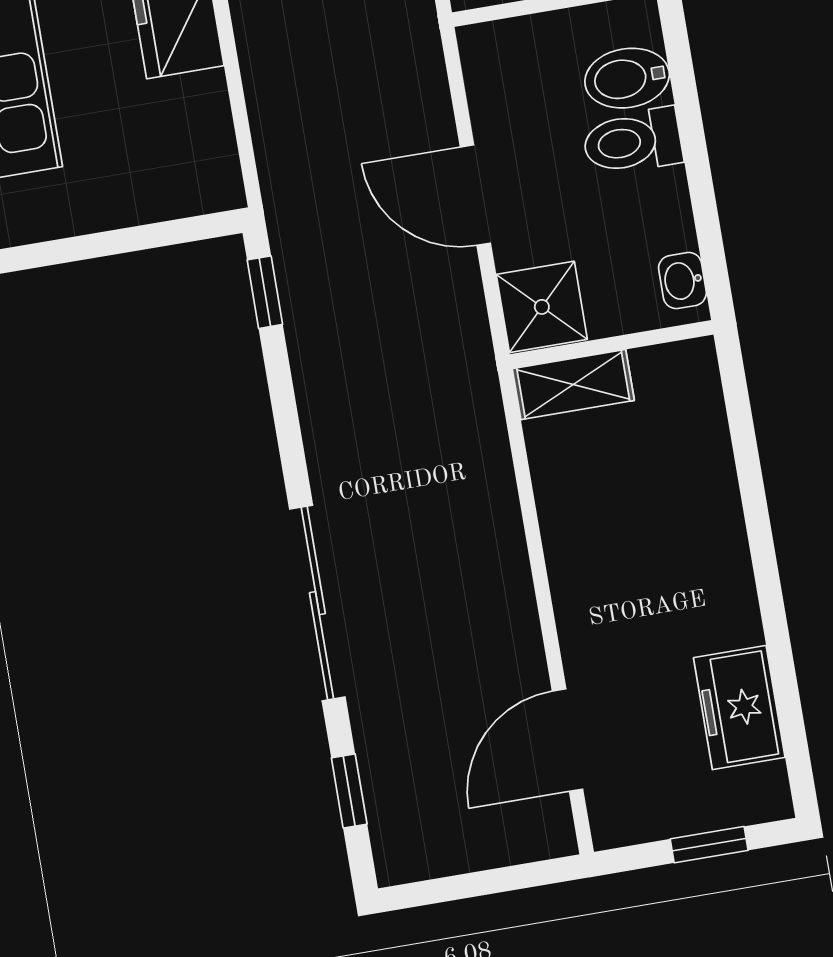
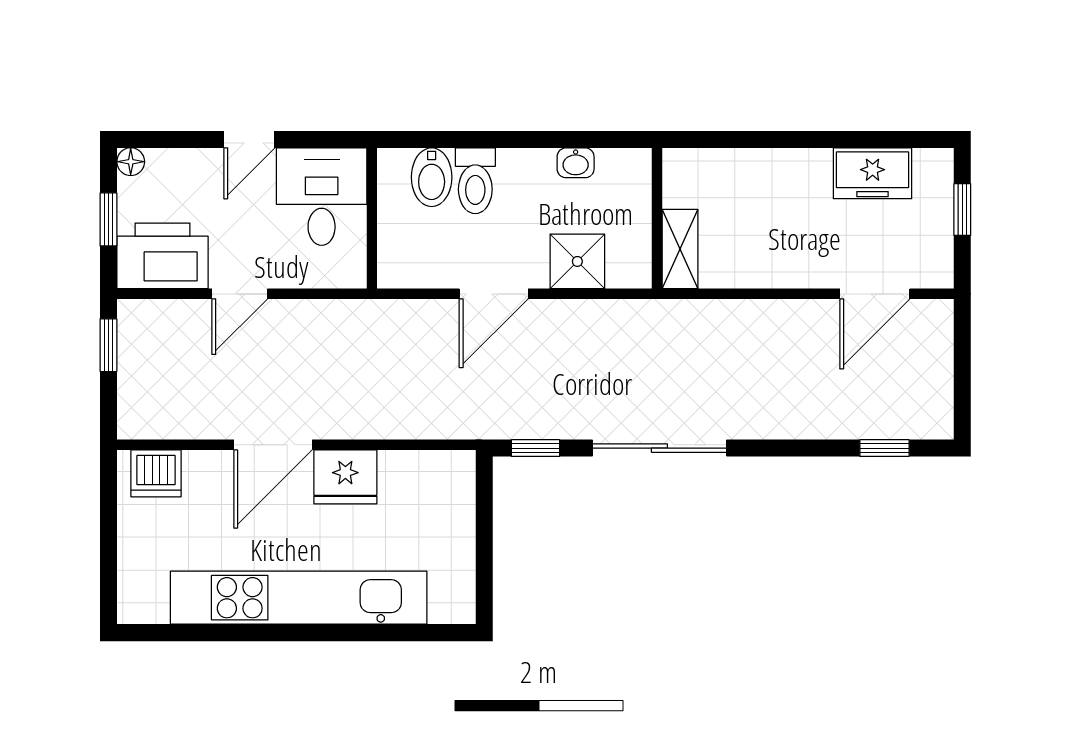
wall: (612, 344) -> (657, 218), moved
shelving: (573, 385) -> (680, 249), moved
sliding door: (317, 603) -> (659, 448), moved
door: (568, 740) -> (875, 294), hinge flipped

